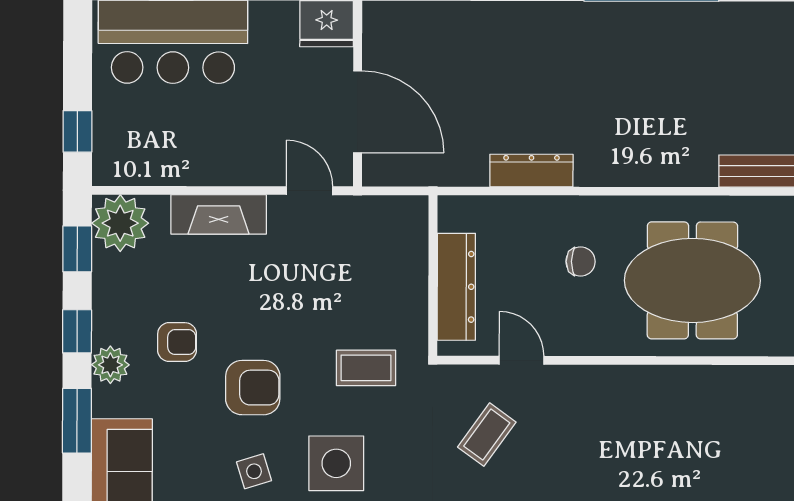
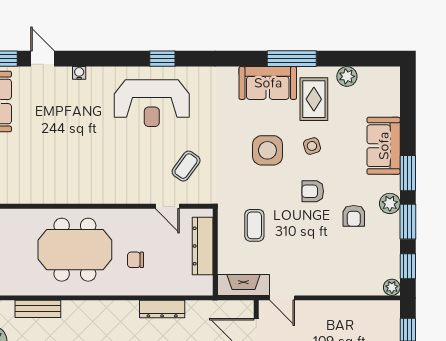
fireplace: (219, 214) -> (244, 285), moved
plant: (120, 223) -> (392, 287), width x0.53, depth x0.53
window: (77, 331) -> (408, 222), width x1.50
armchair: (177, 342) -> (354, 216), turned -90
coffee table: (366, 368) -> (254, 225), moved, turned 90
armchair: (253, 388) -> (313, 191), width x0.72, depth x0.72

